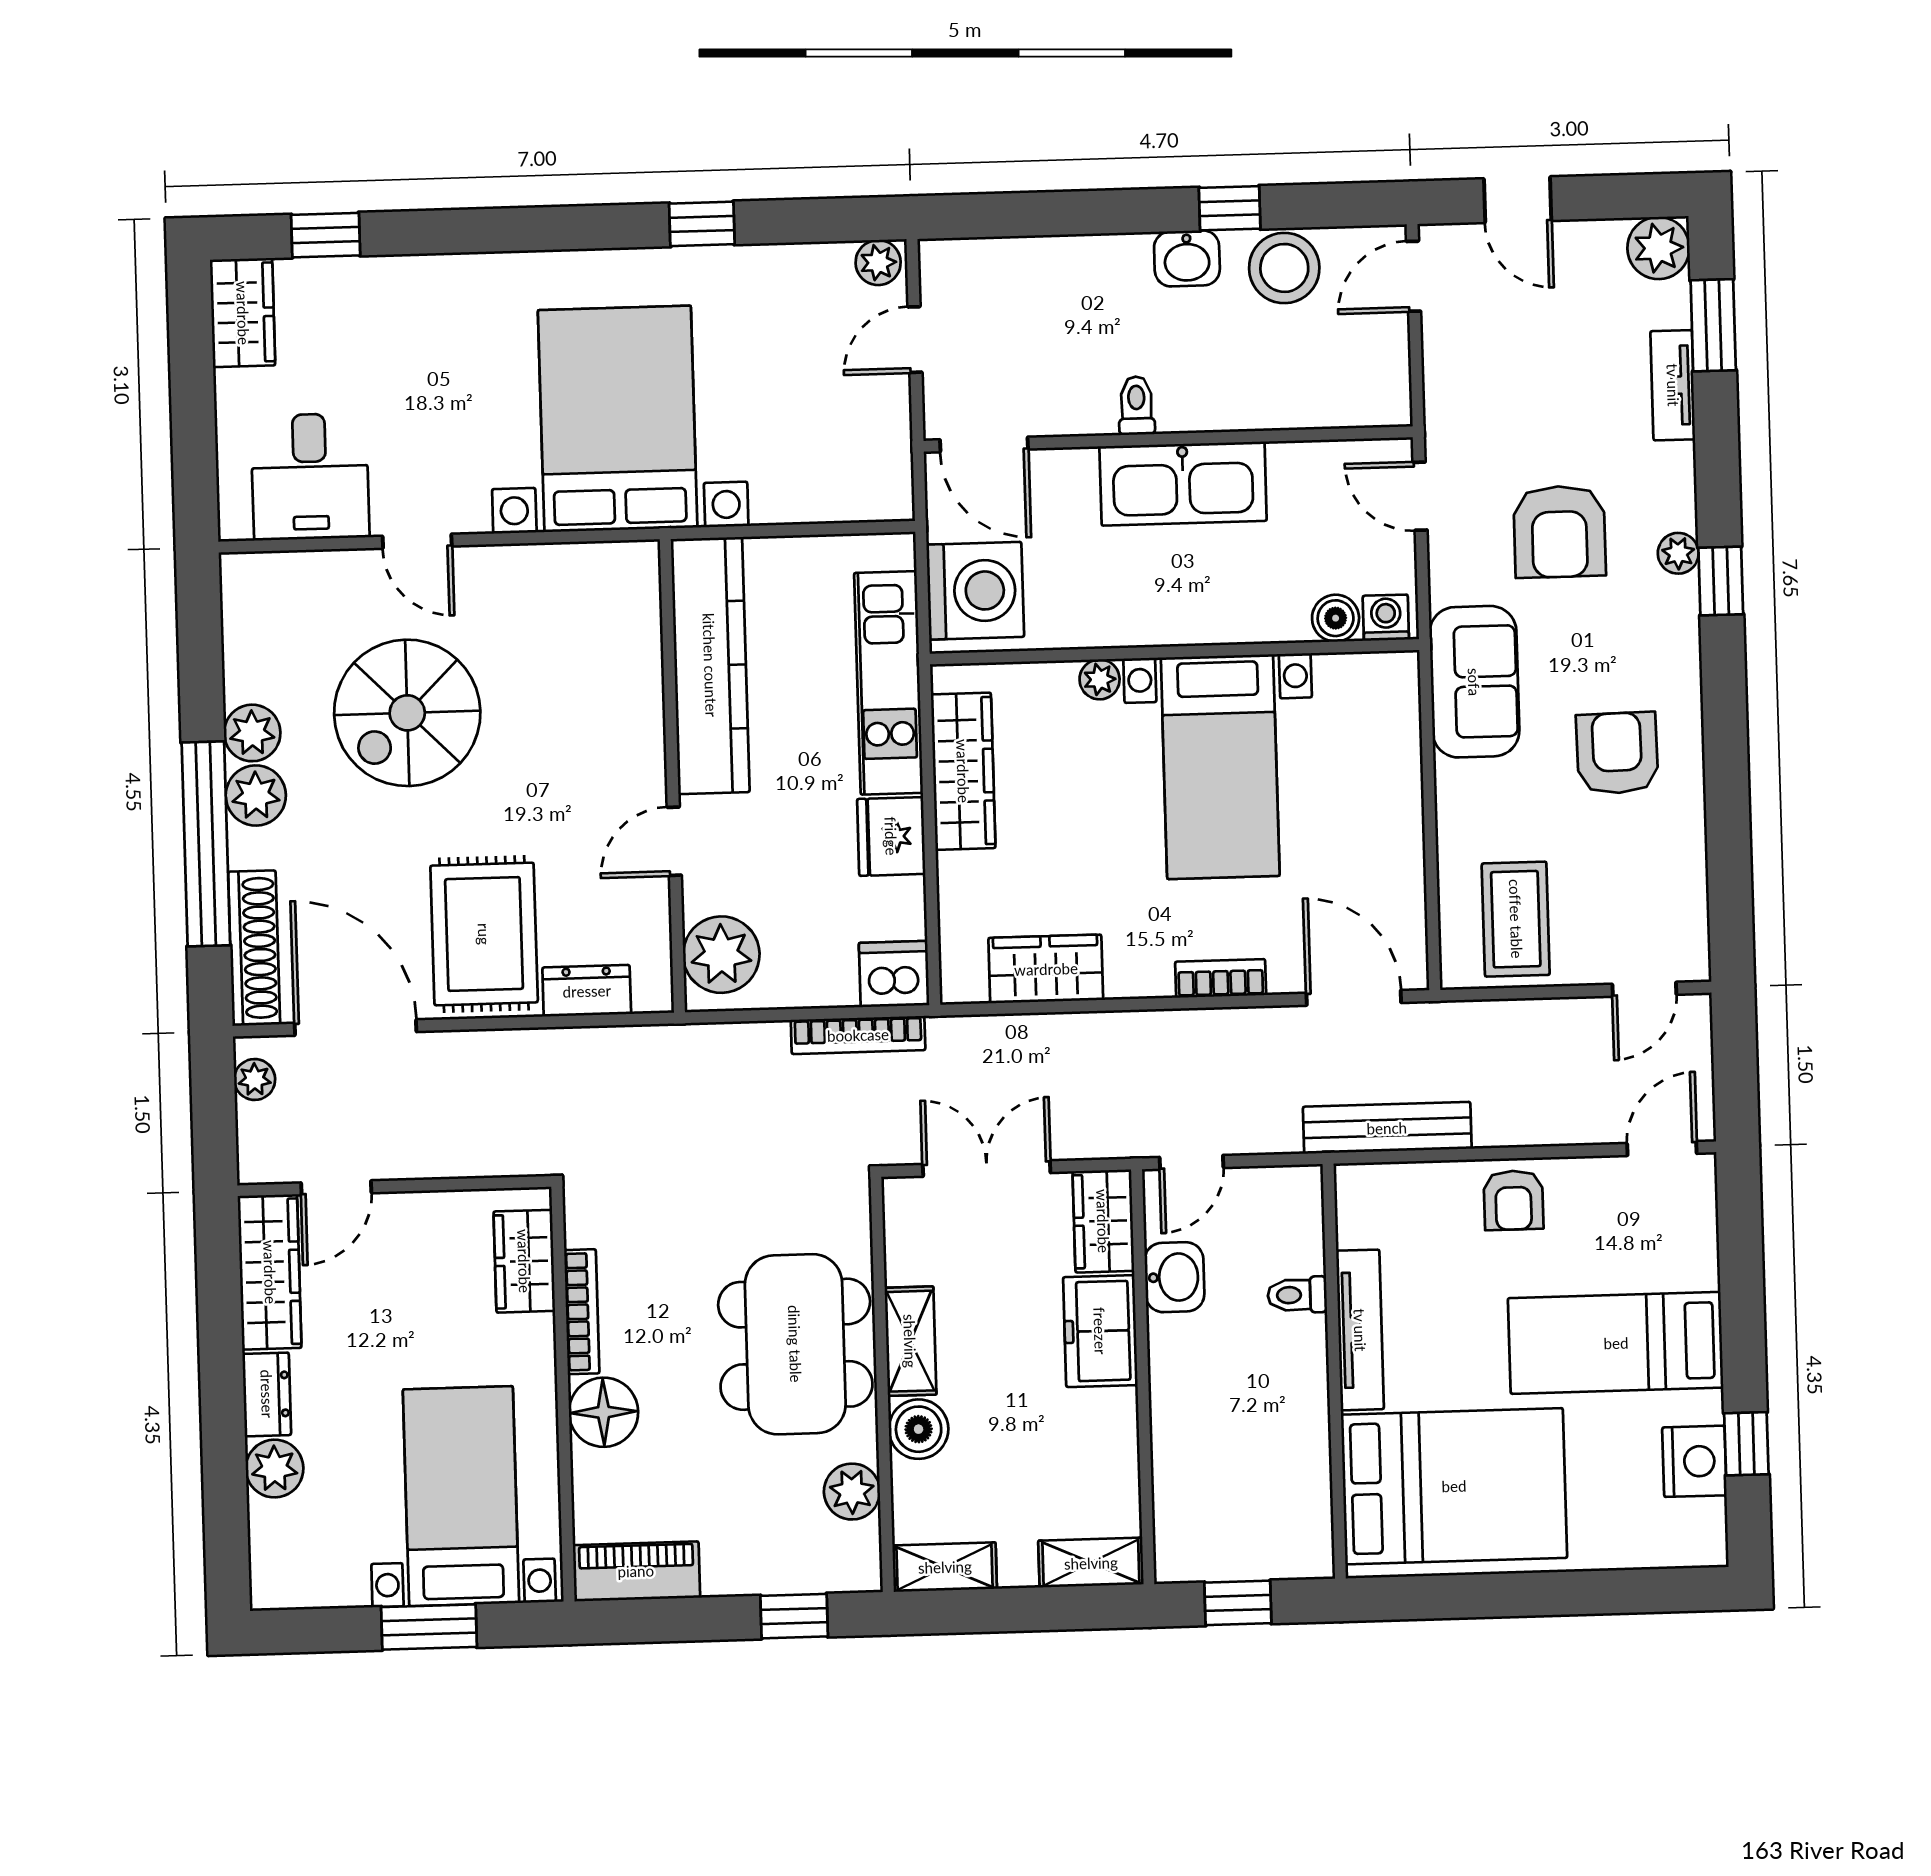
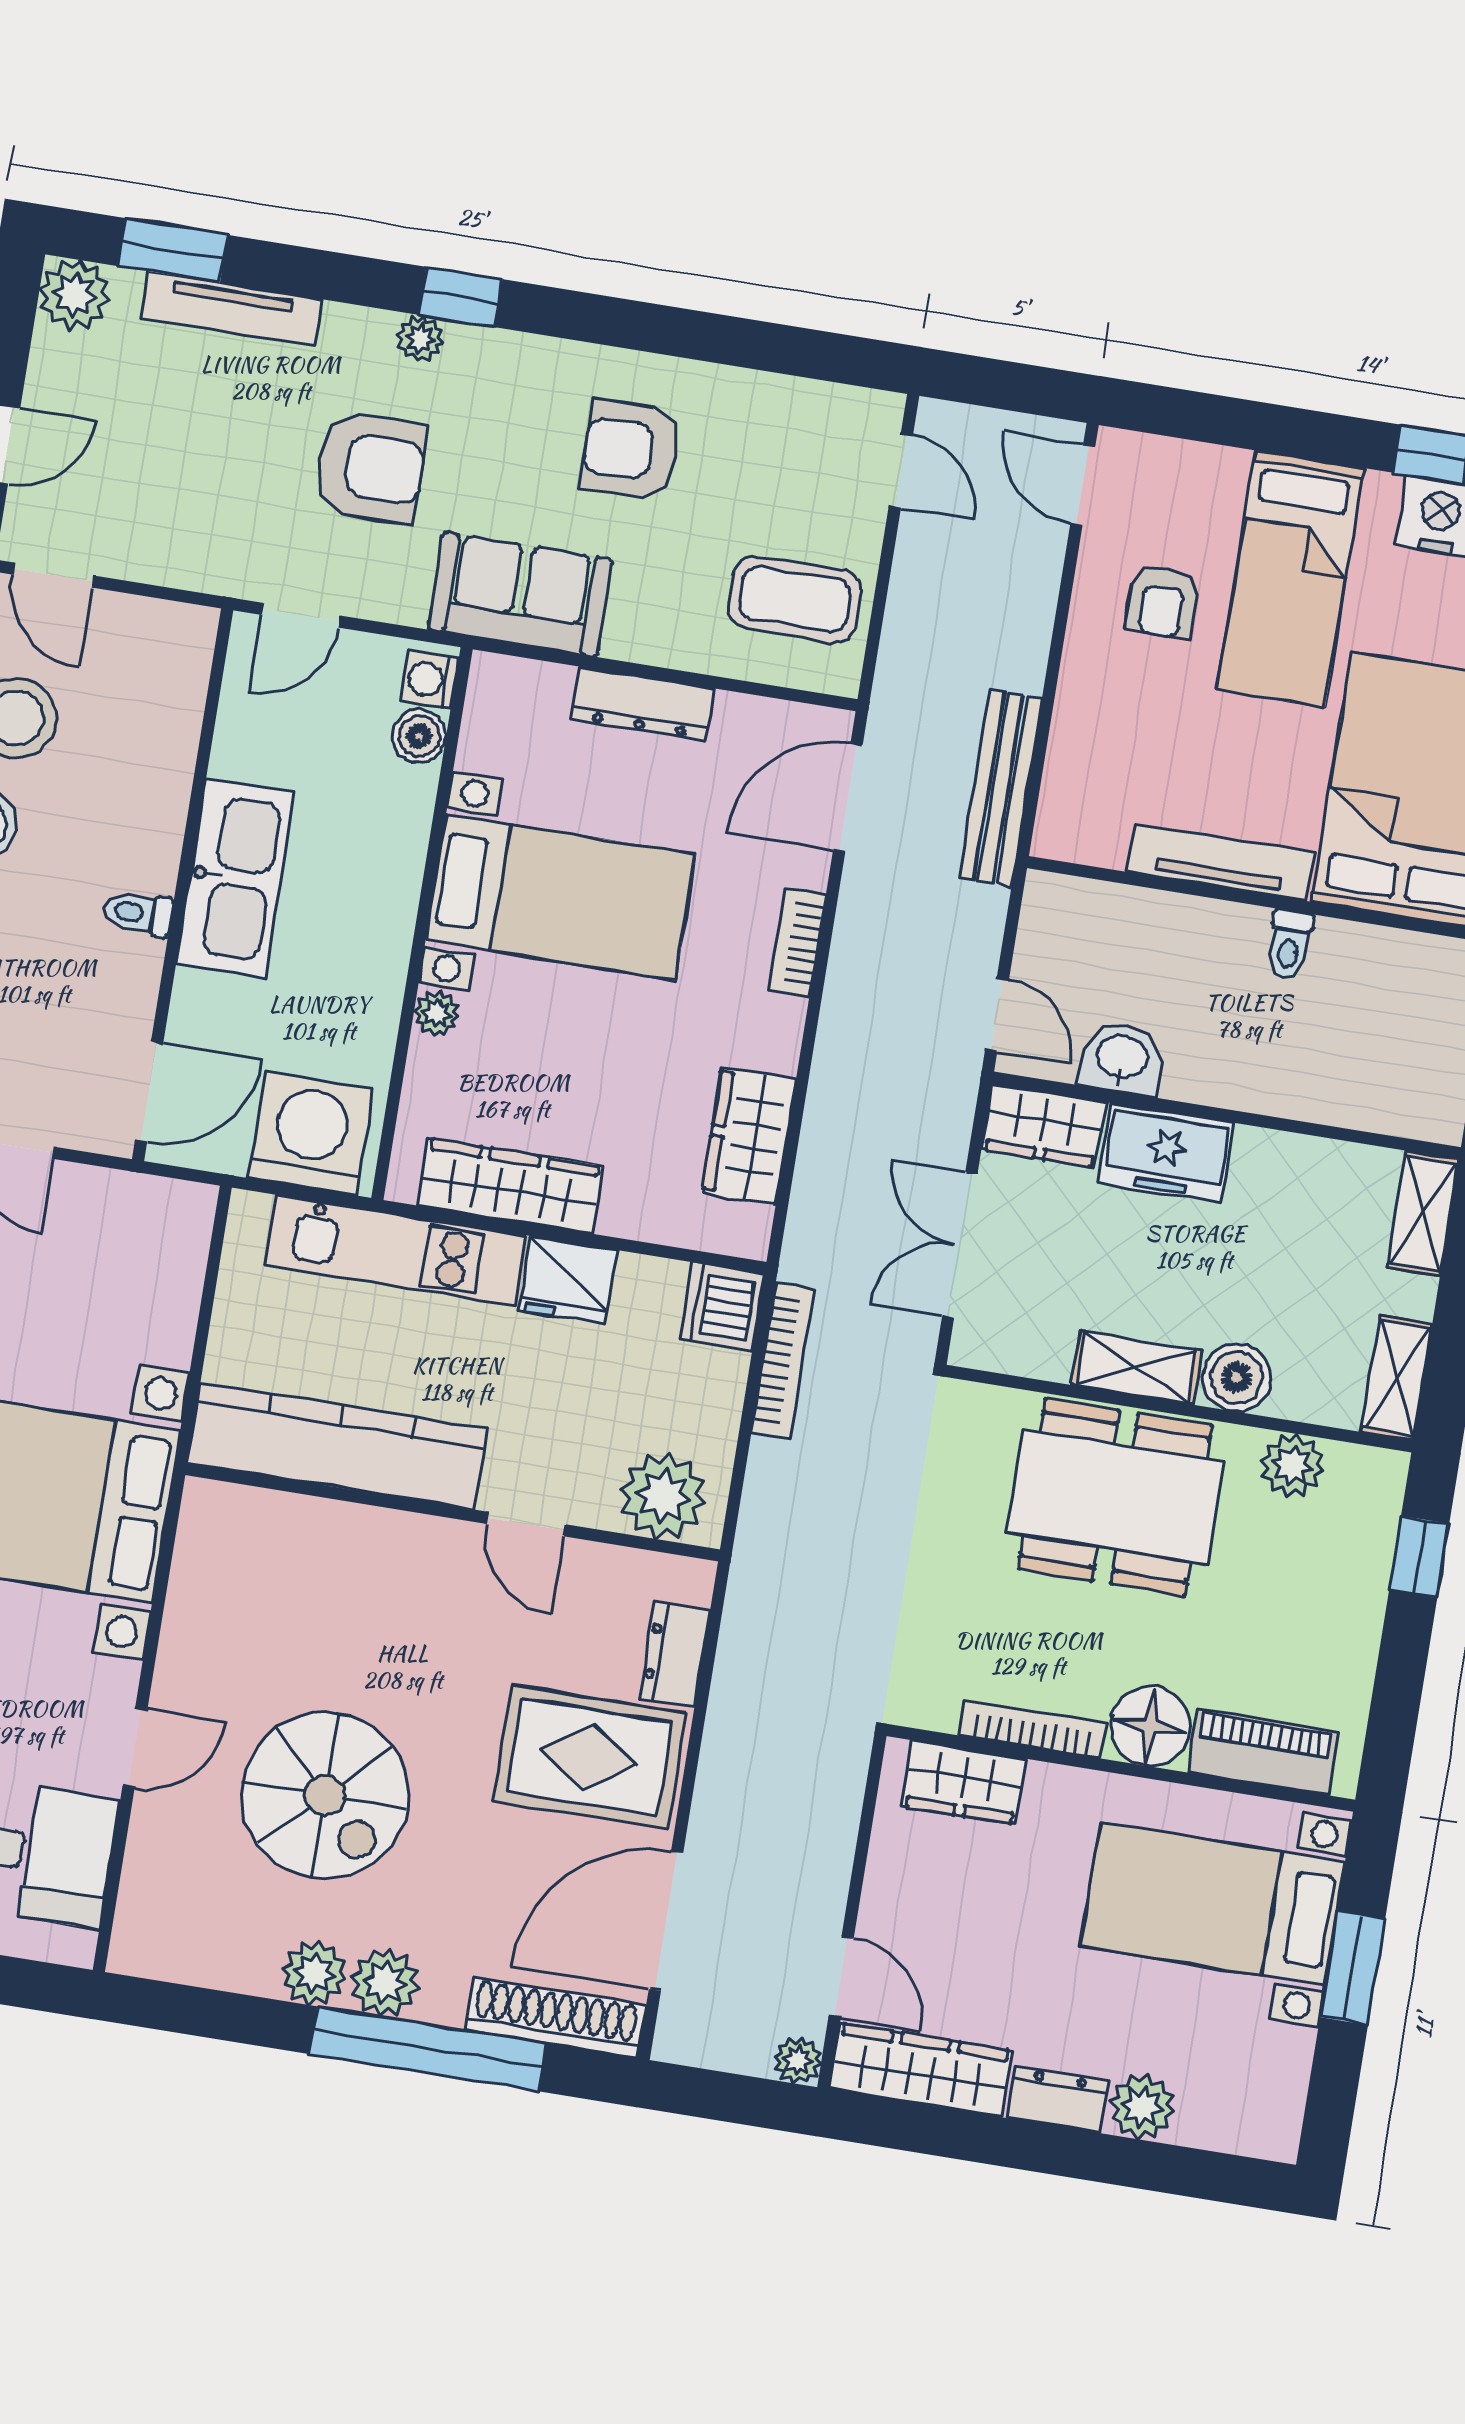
tv unit: (1673, 385) -> (231, 309), width x1.41
dresser: (1400, 805) -> (642, 704), added
plant: (255, 1079) -> (798, 2061), moved
armchair: (1513, 1200) -> (1163, 602), moved, turned 90
toilet: (1297, 1295) -> (1289, 944), moved
piano: (636, 1571) -> (1263, 1752), moved, turned 90

